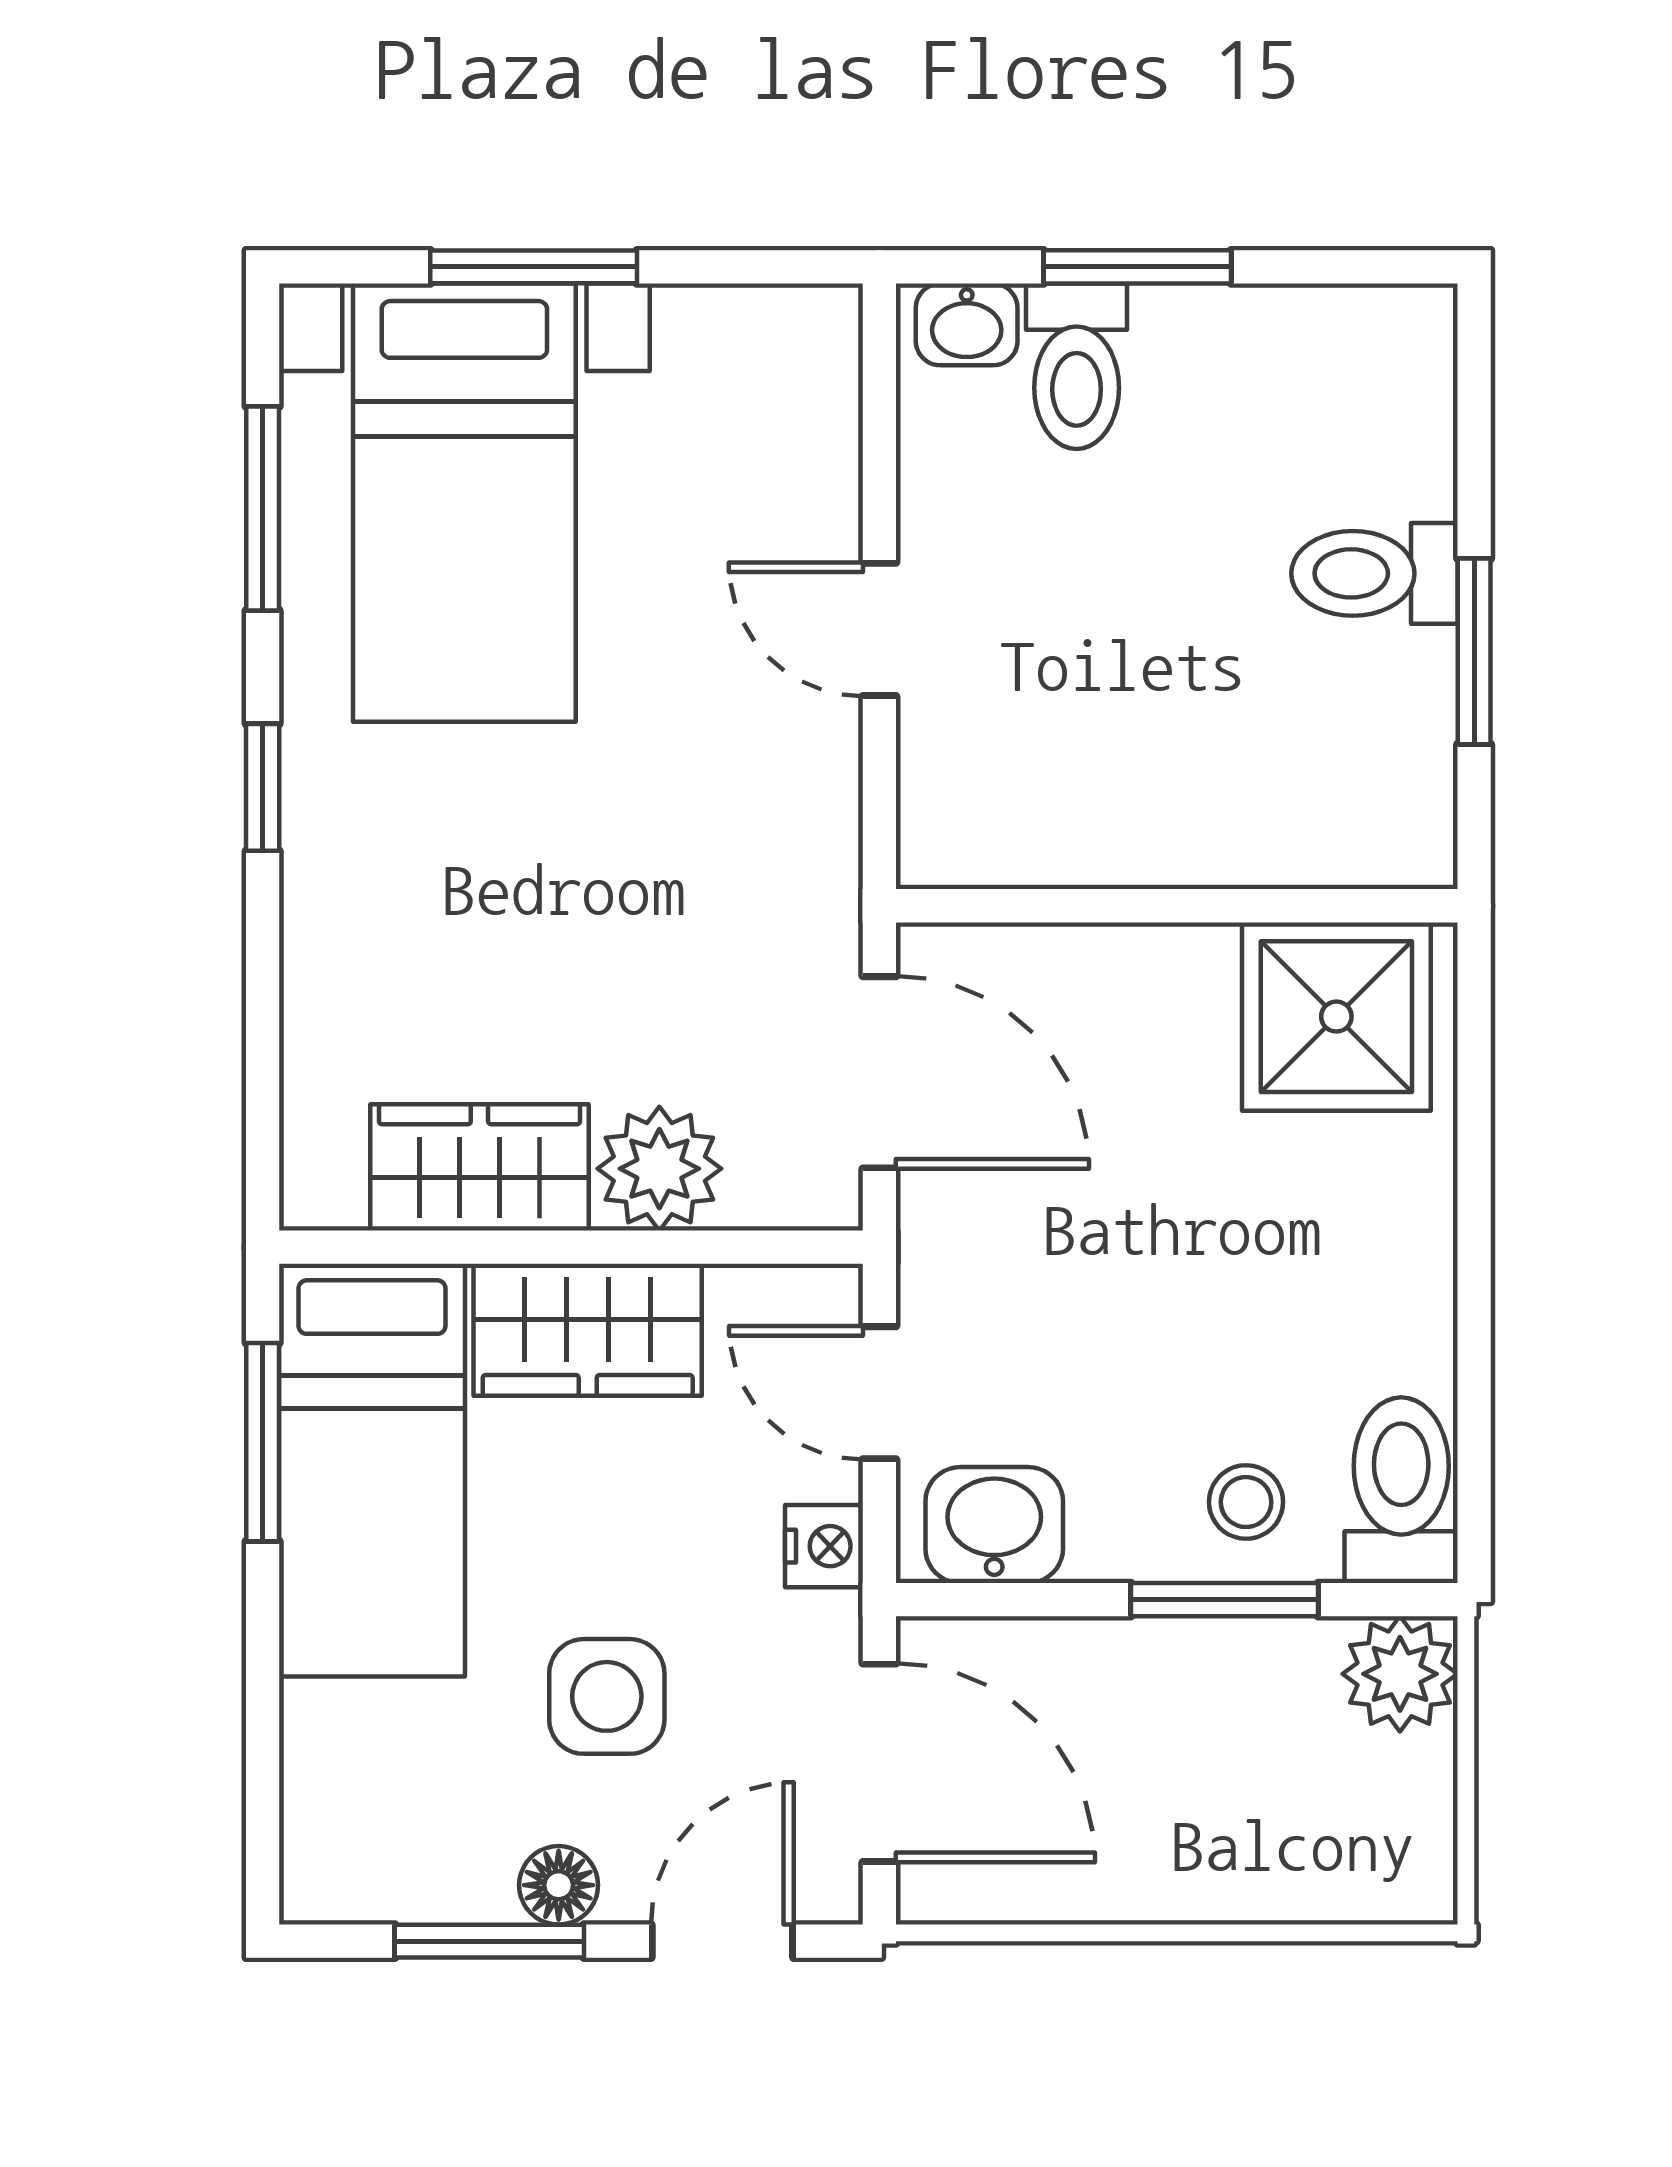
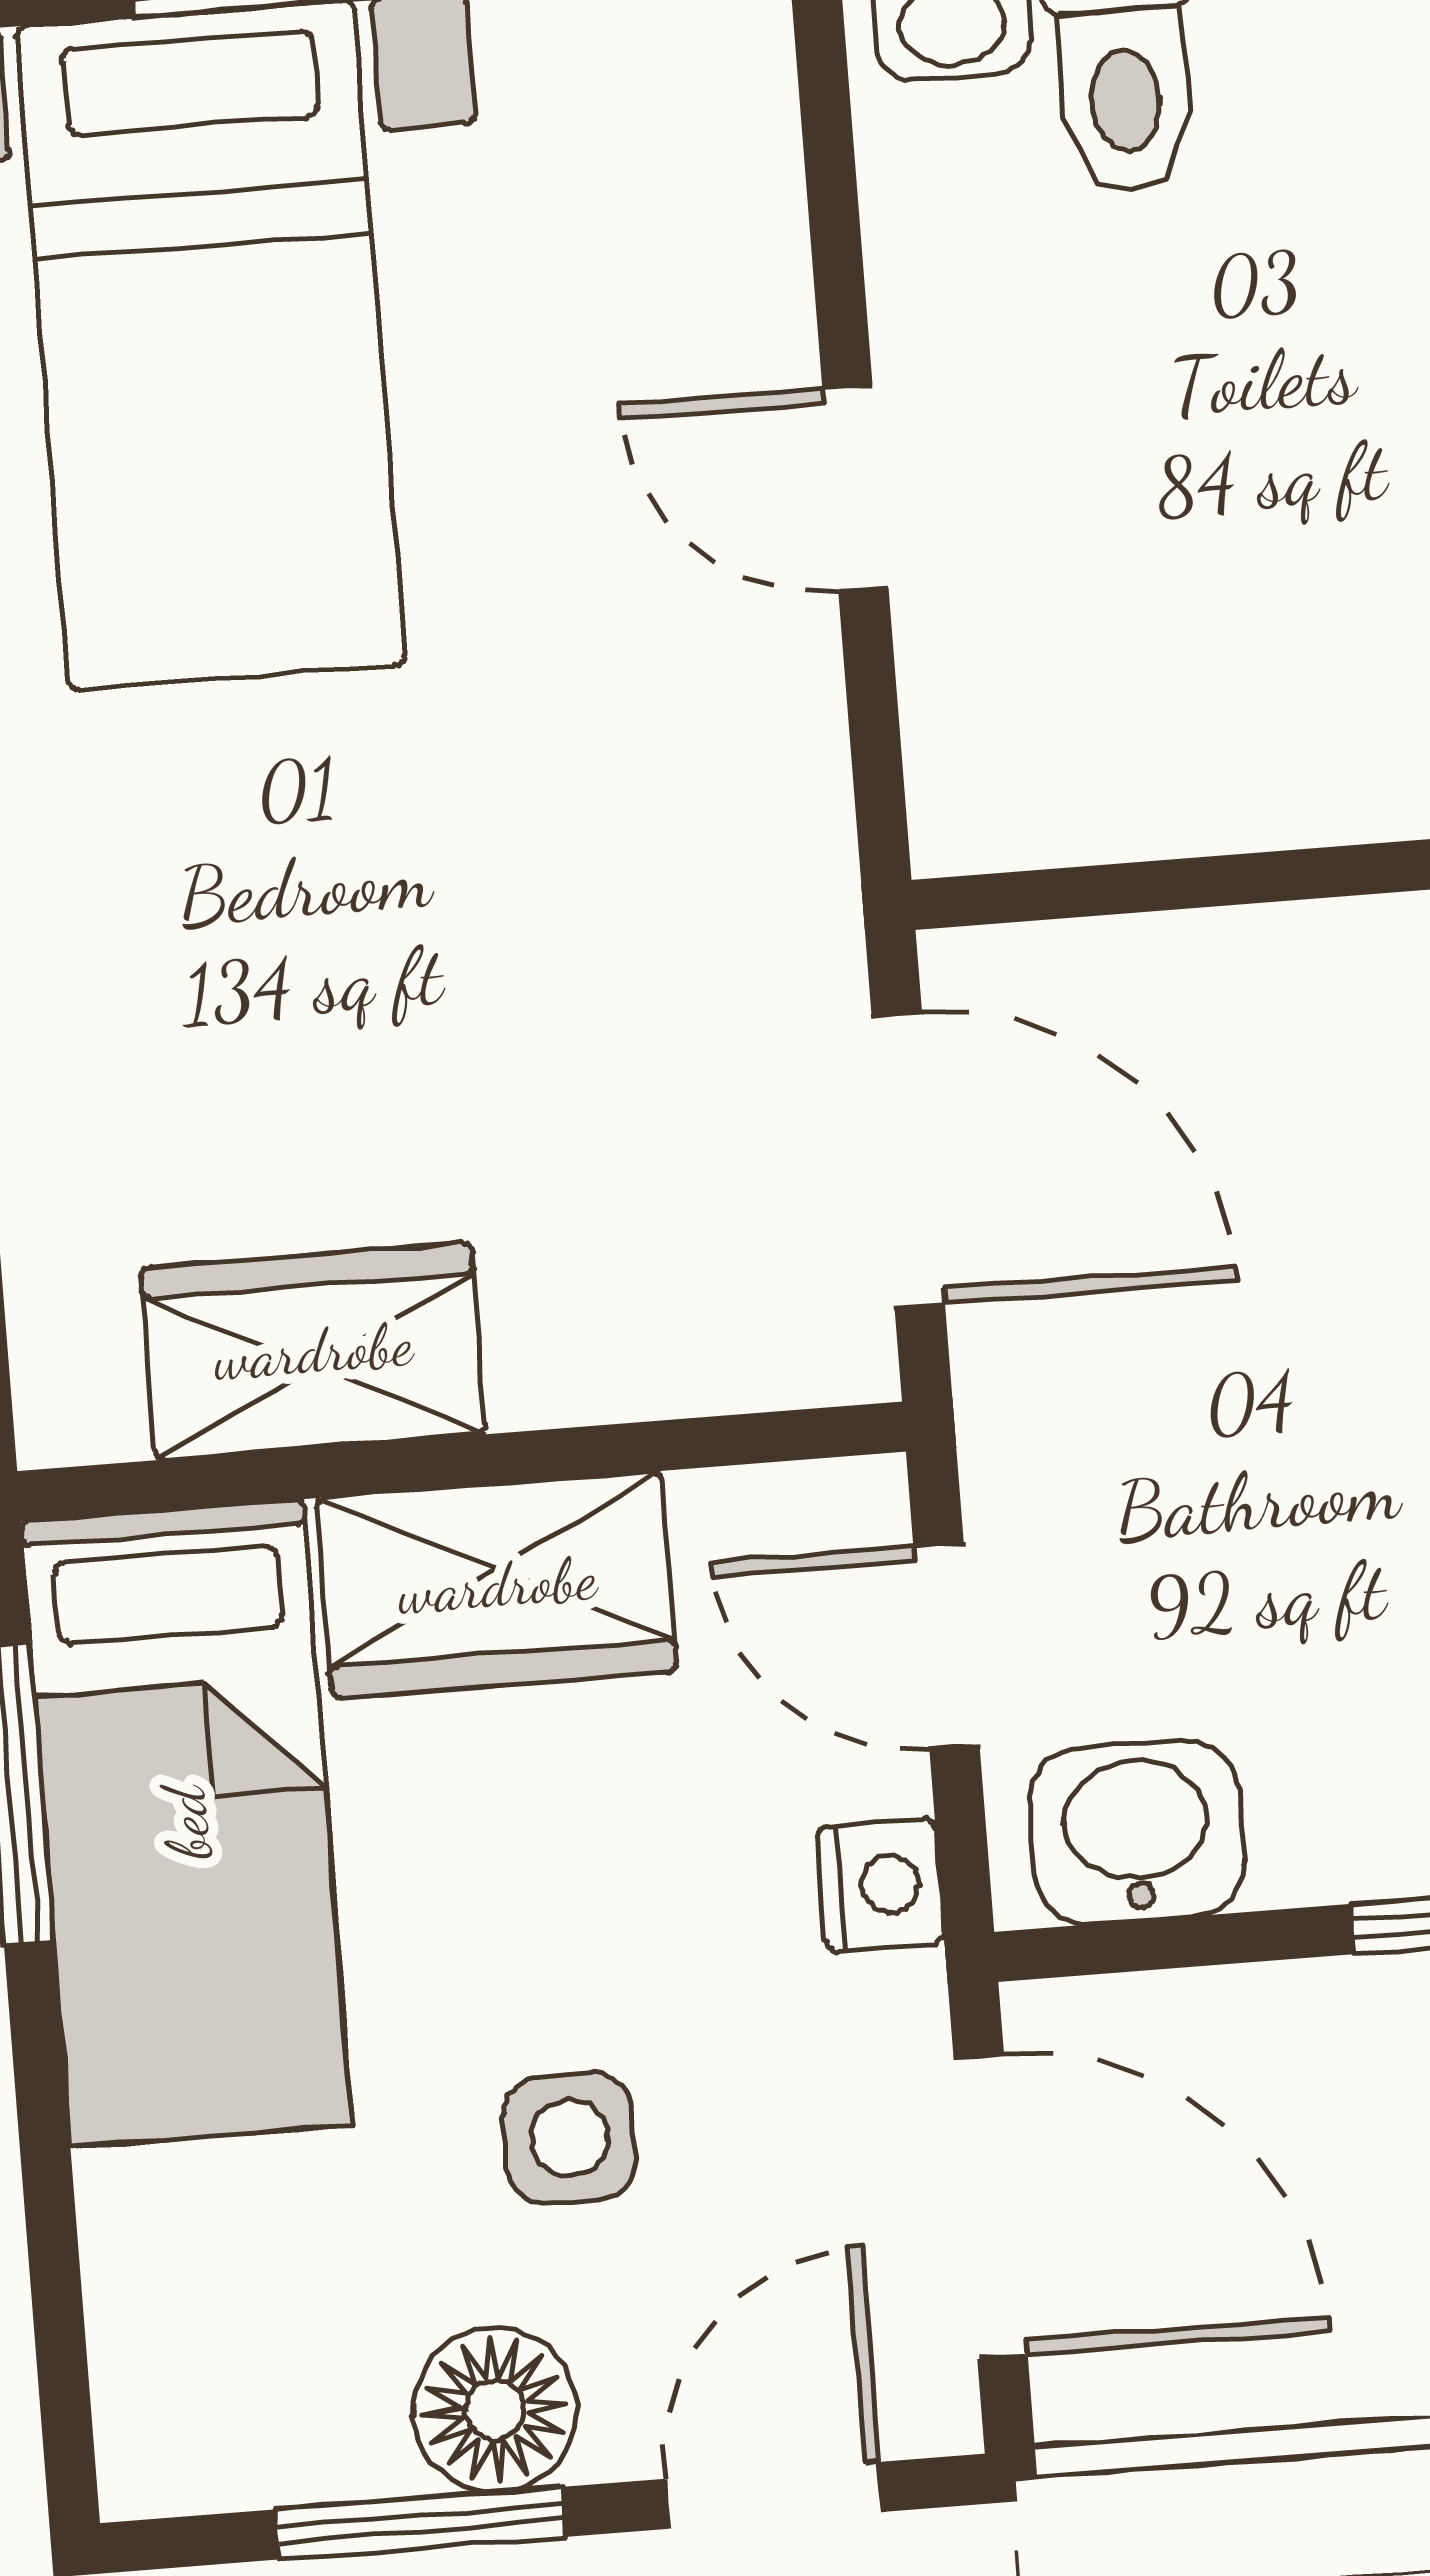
plant: (659, 1169) -> (586, 1332), removed
side table: (607, 1696) -> (569, 2138), width x0.73, depth x0.73
floor lamp: (559, 1885) -> (495, 2410), width x1.37, depth x1.37

